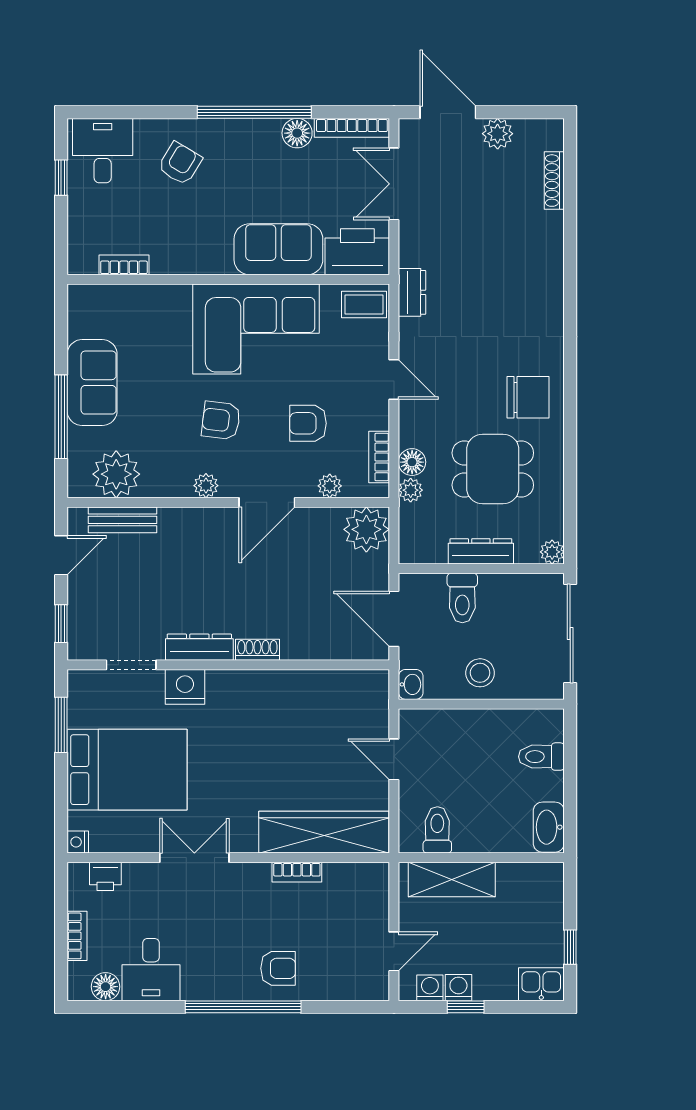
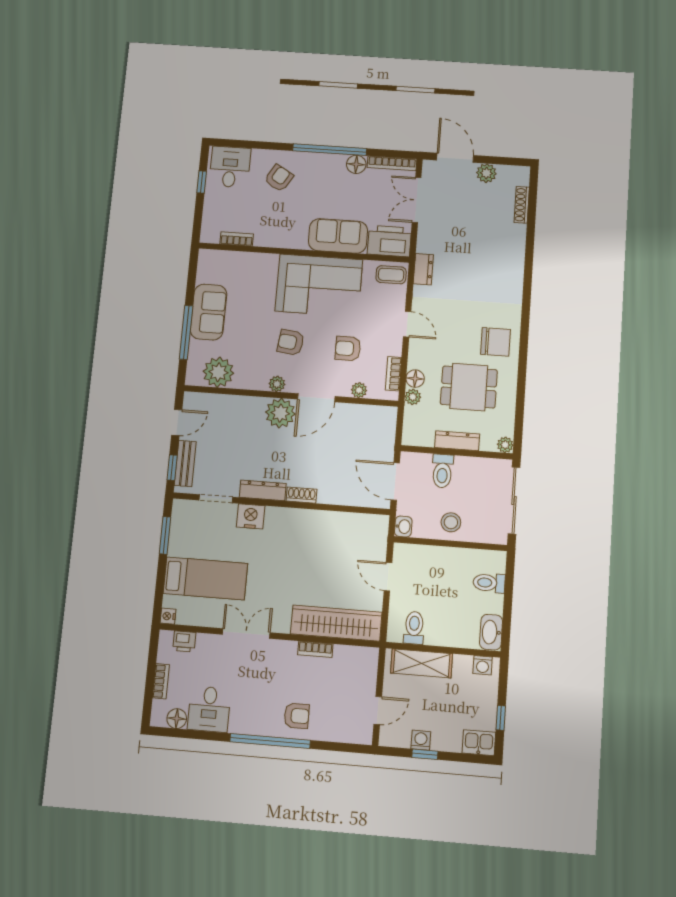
bench: (122, 520) -> (185, 464), moved, turned 90
plant: (366, 529) -> (280, 413), moved
bed: (127, 770) -> (205, 578), width x0.67
washing machine: (430, 988) -> (483, 665), moved, turned 180

